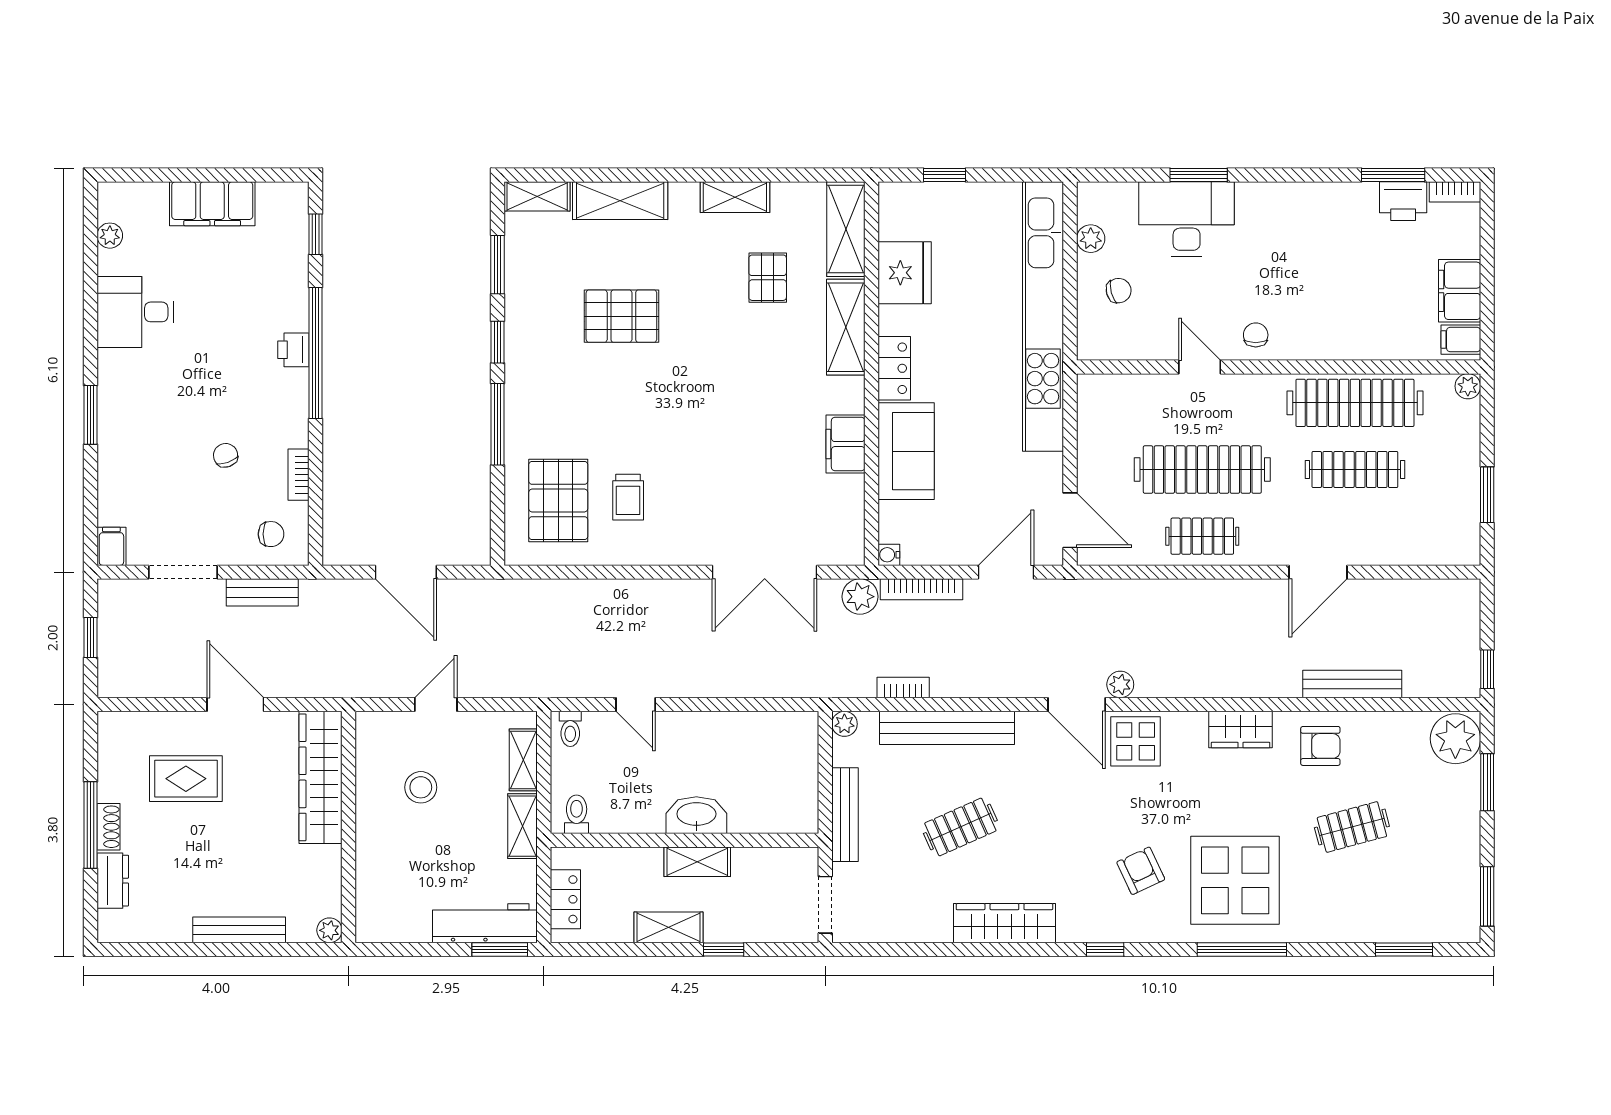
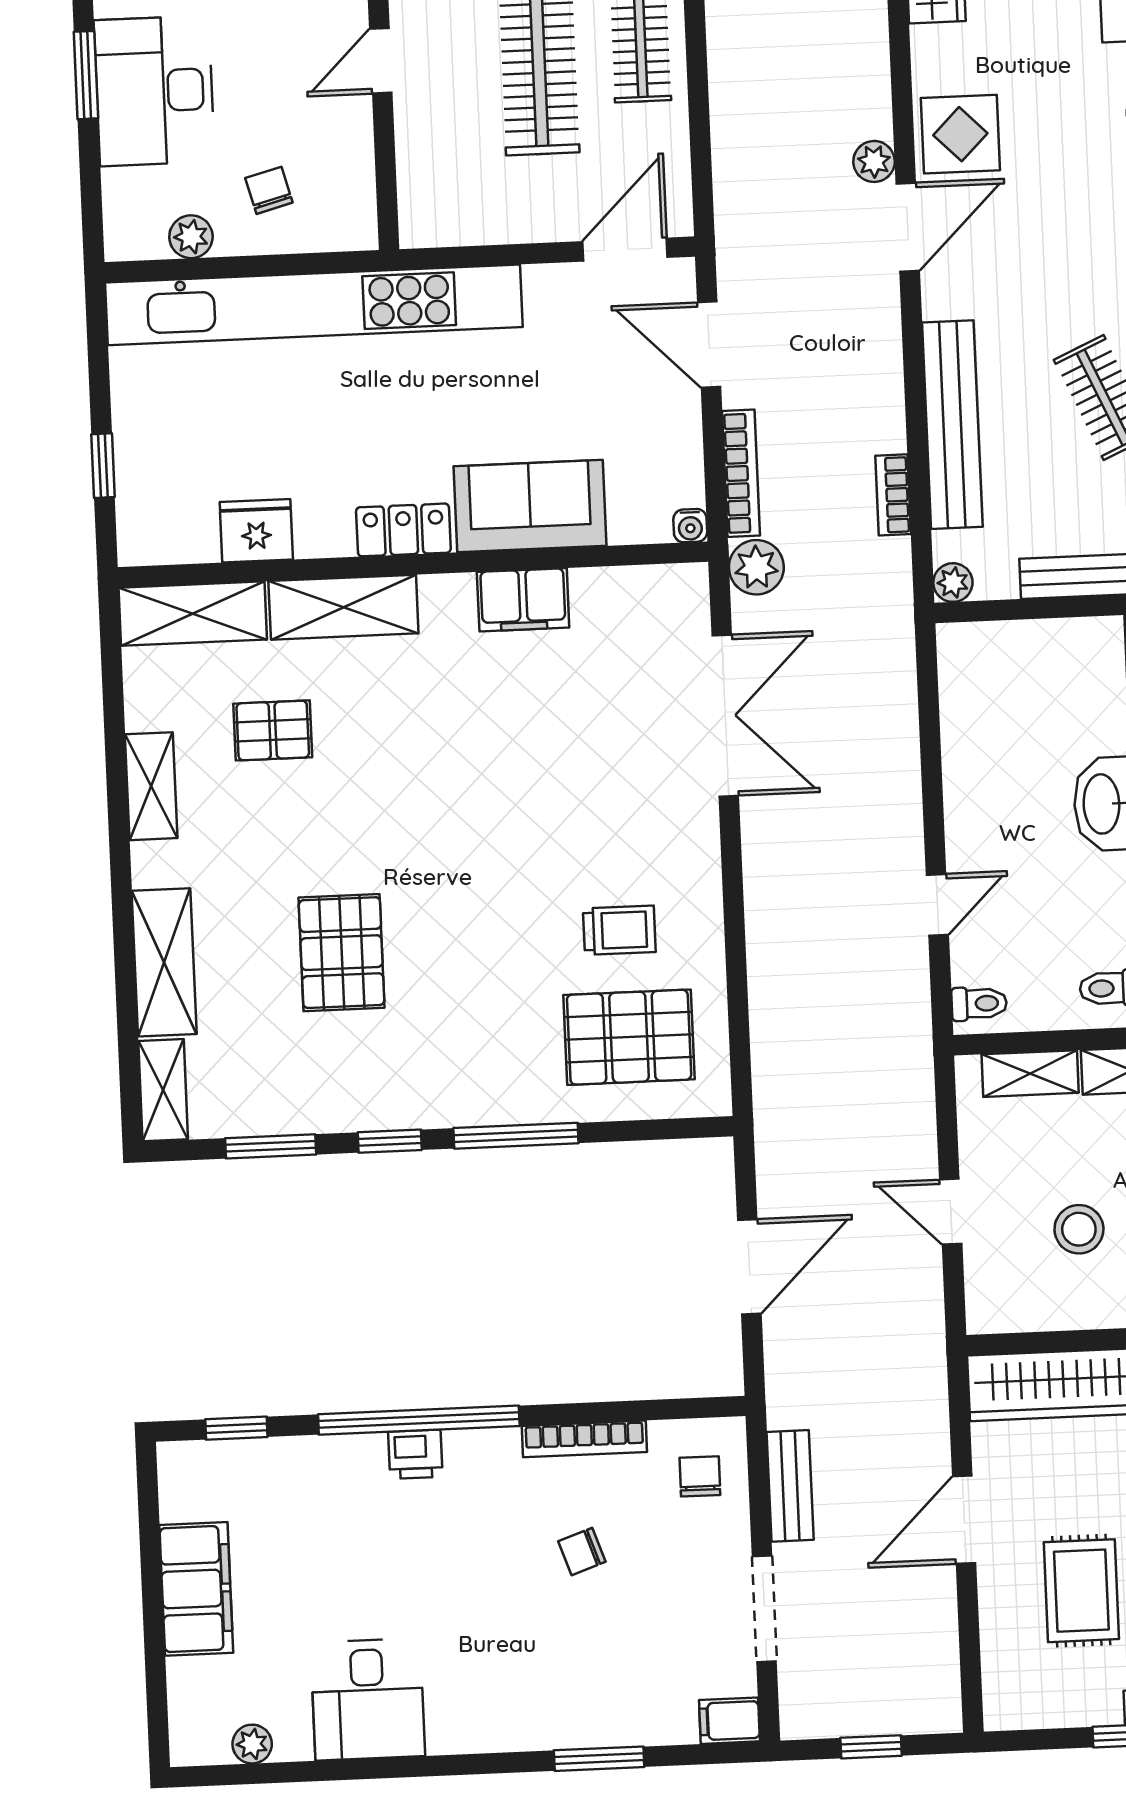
fridge: (905, 273) -> (256, 531), width x0.73, depth x0.75
window: (90, 415) -> (599, 1759), moved
bookcase: (299, 475) -> (584, 1439), width x1.56

